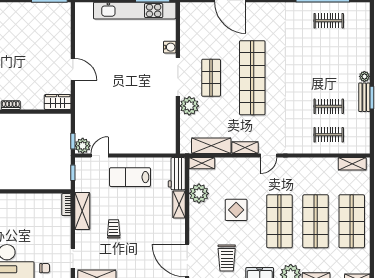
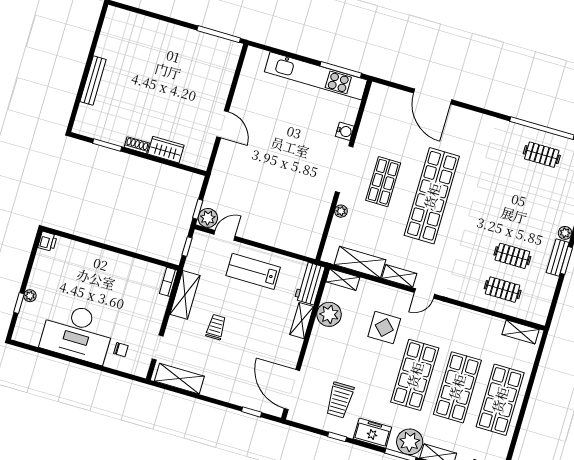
wardrobe: (58, 102) -> (166, 150), moved
plant: (189, 106) -> (341, 211), width x0.53, depth x0.53
display table: (236, 210) -> (384, 328), moved

